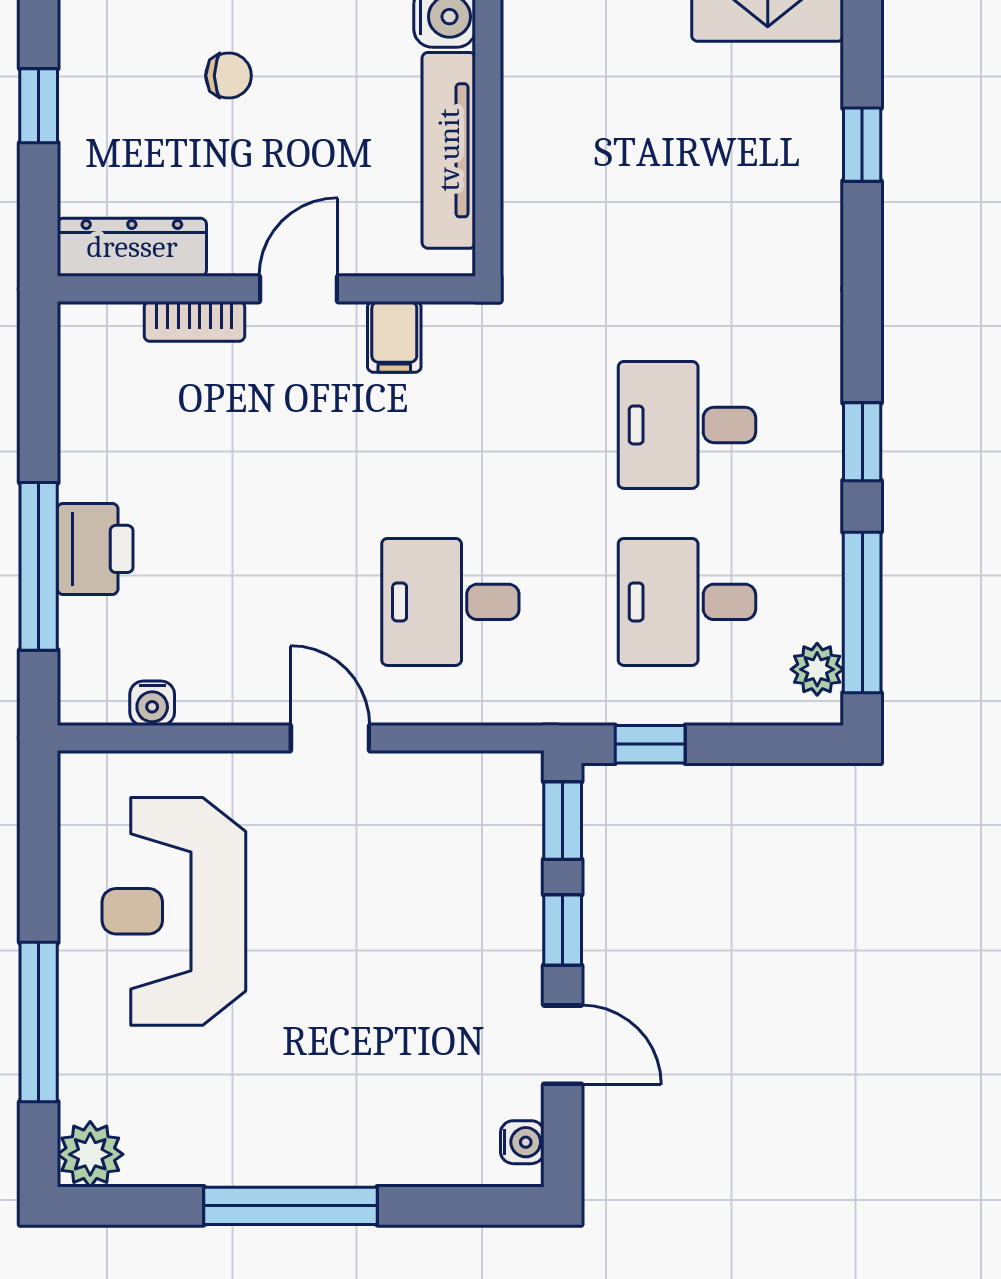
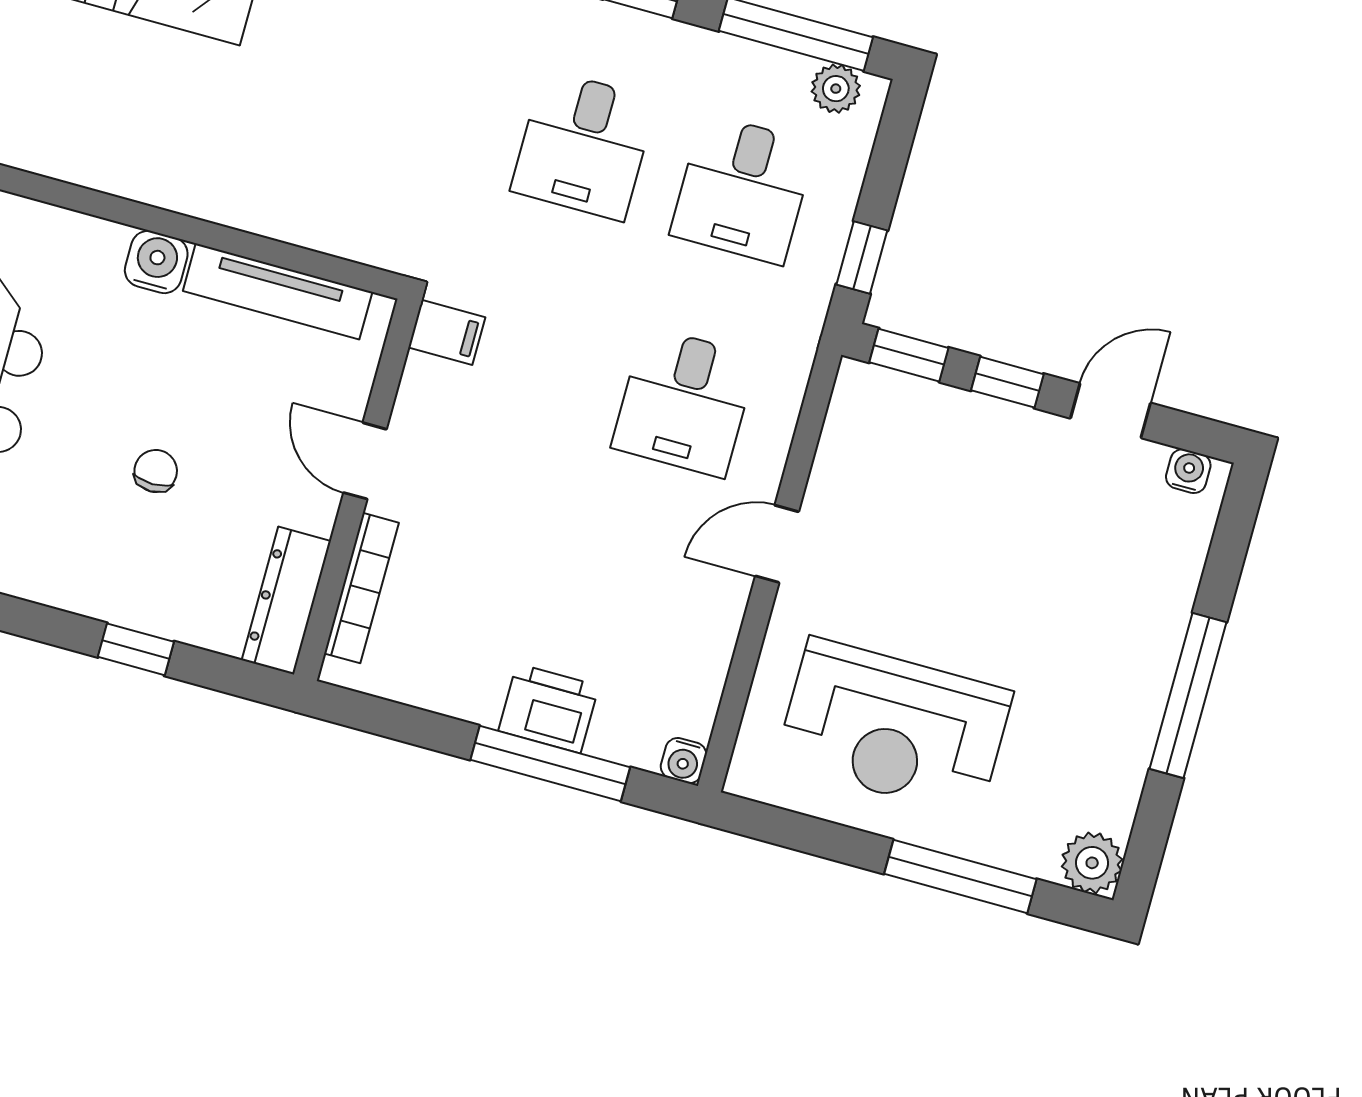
bookcase: (194, 321) -> (361, 588), width x1.56
filing cabinet: (394, 337) -> (447, 332), moved
water cooler: (152, 703) -> (684, 761), moved, turned 90

